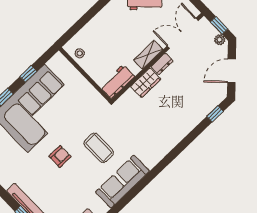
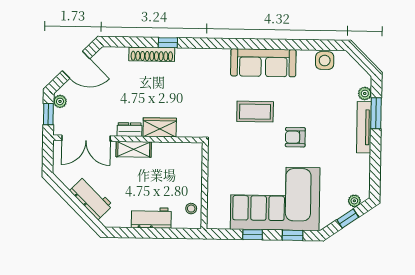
workbench: (117, 82) -> (151, 218), moved, turned 180
window: (215, 114) -> (168, 43), moved
shoe rack: (193, 121) -> (152, 54), added
coffee table: (99, 148) -> (255, 112), turned 90

